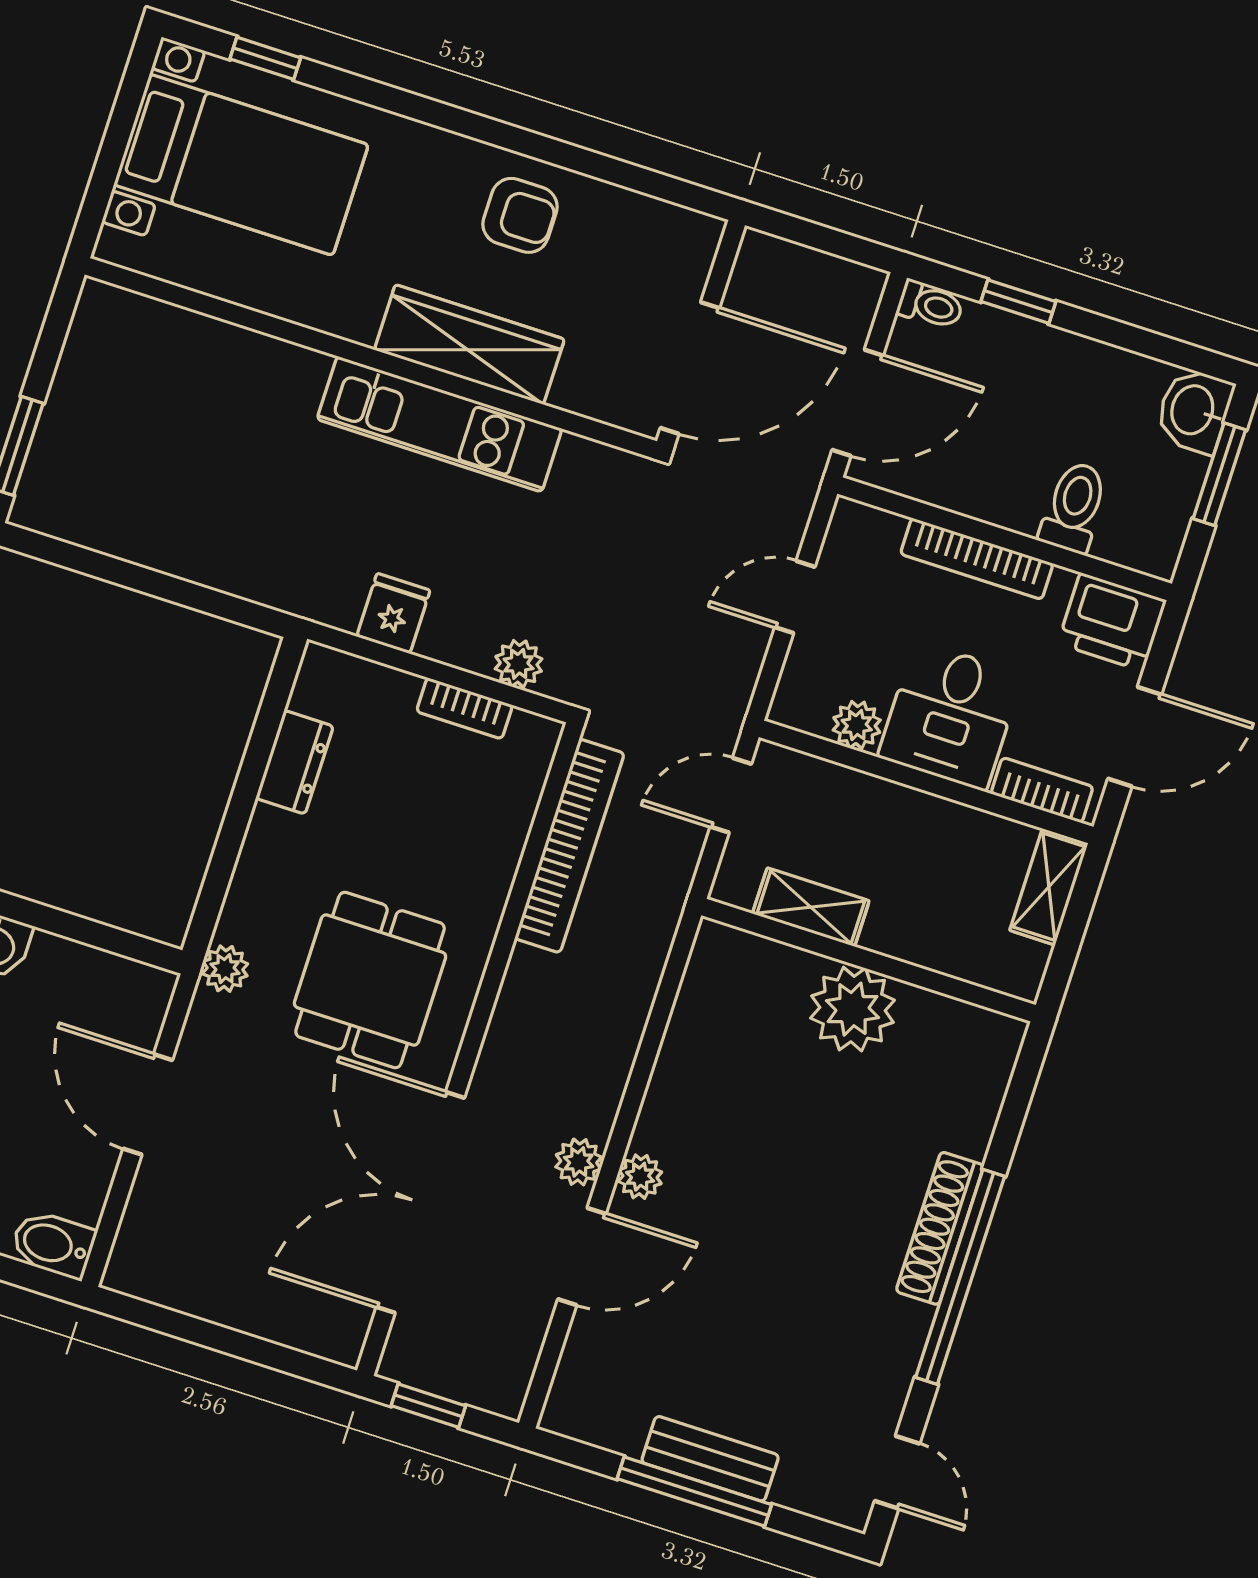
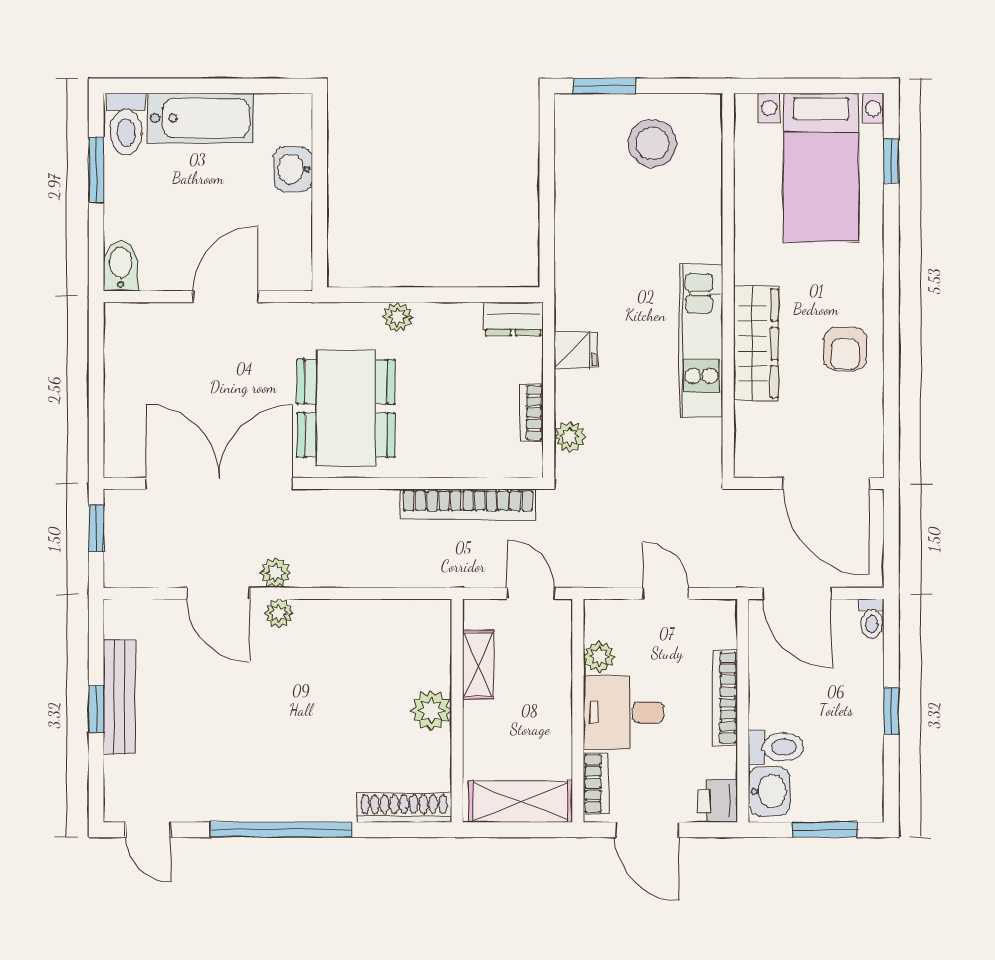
window: (1018, 302) -> (891, 711), moved
door: (690, 368) -> (826, 483), moved
stool: (125, 402) -> (652, 144), added
washbasin: (1194, 410) -> (769, 791), moved, turned 90
printer: (1112, 622) -> (718, 801), width x0.73, depth x0.81
dresser: (295, 762) -> (513, 319), moved
shelving: (1049, 887) -> (521, 802), width x1.50, depth x1.33
plant: (225, 969) -> (398, 317), moved
dining table: (370, 980) -> (346, 408), width x1.38
plant: (853, 1009) -> (431, 710), width x0.73, depth x0.73
shoe rack: (940, 1228) -> (404, 808), moved
bench: (710, 1459) -> (119, 697), width x1.36
door: (897, 1472) -> (148, 830), hinge flipped
window: (694, 1492) -> (96, 709), width x0.46

